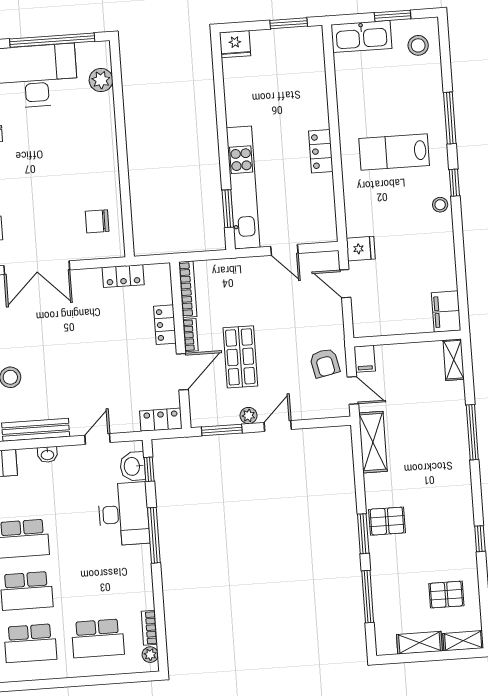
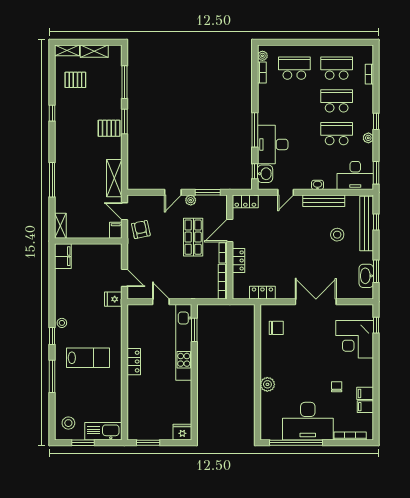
plant: (101, 80) -> (267, 384), moved

